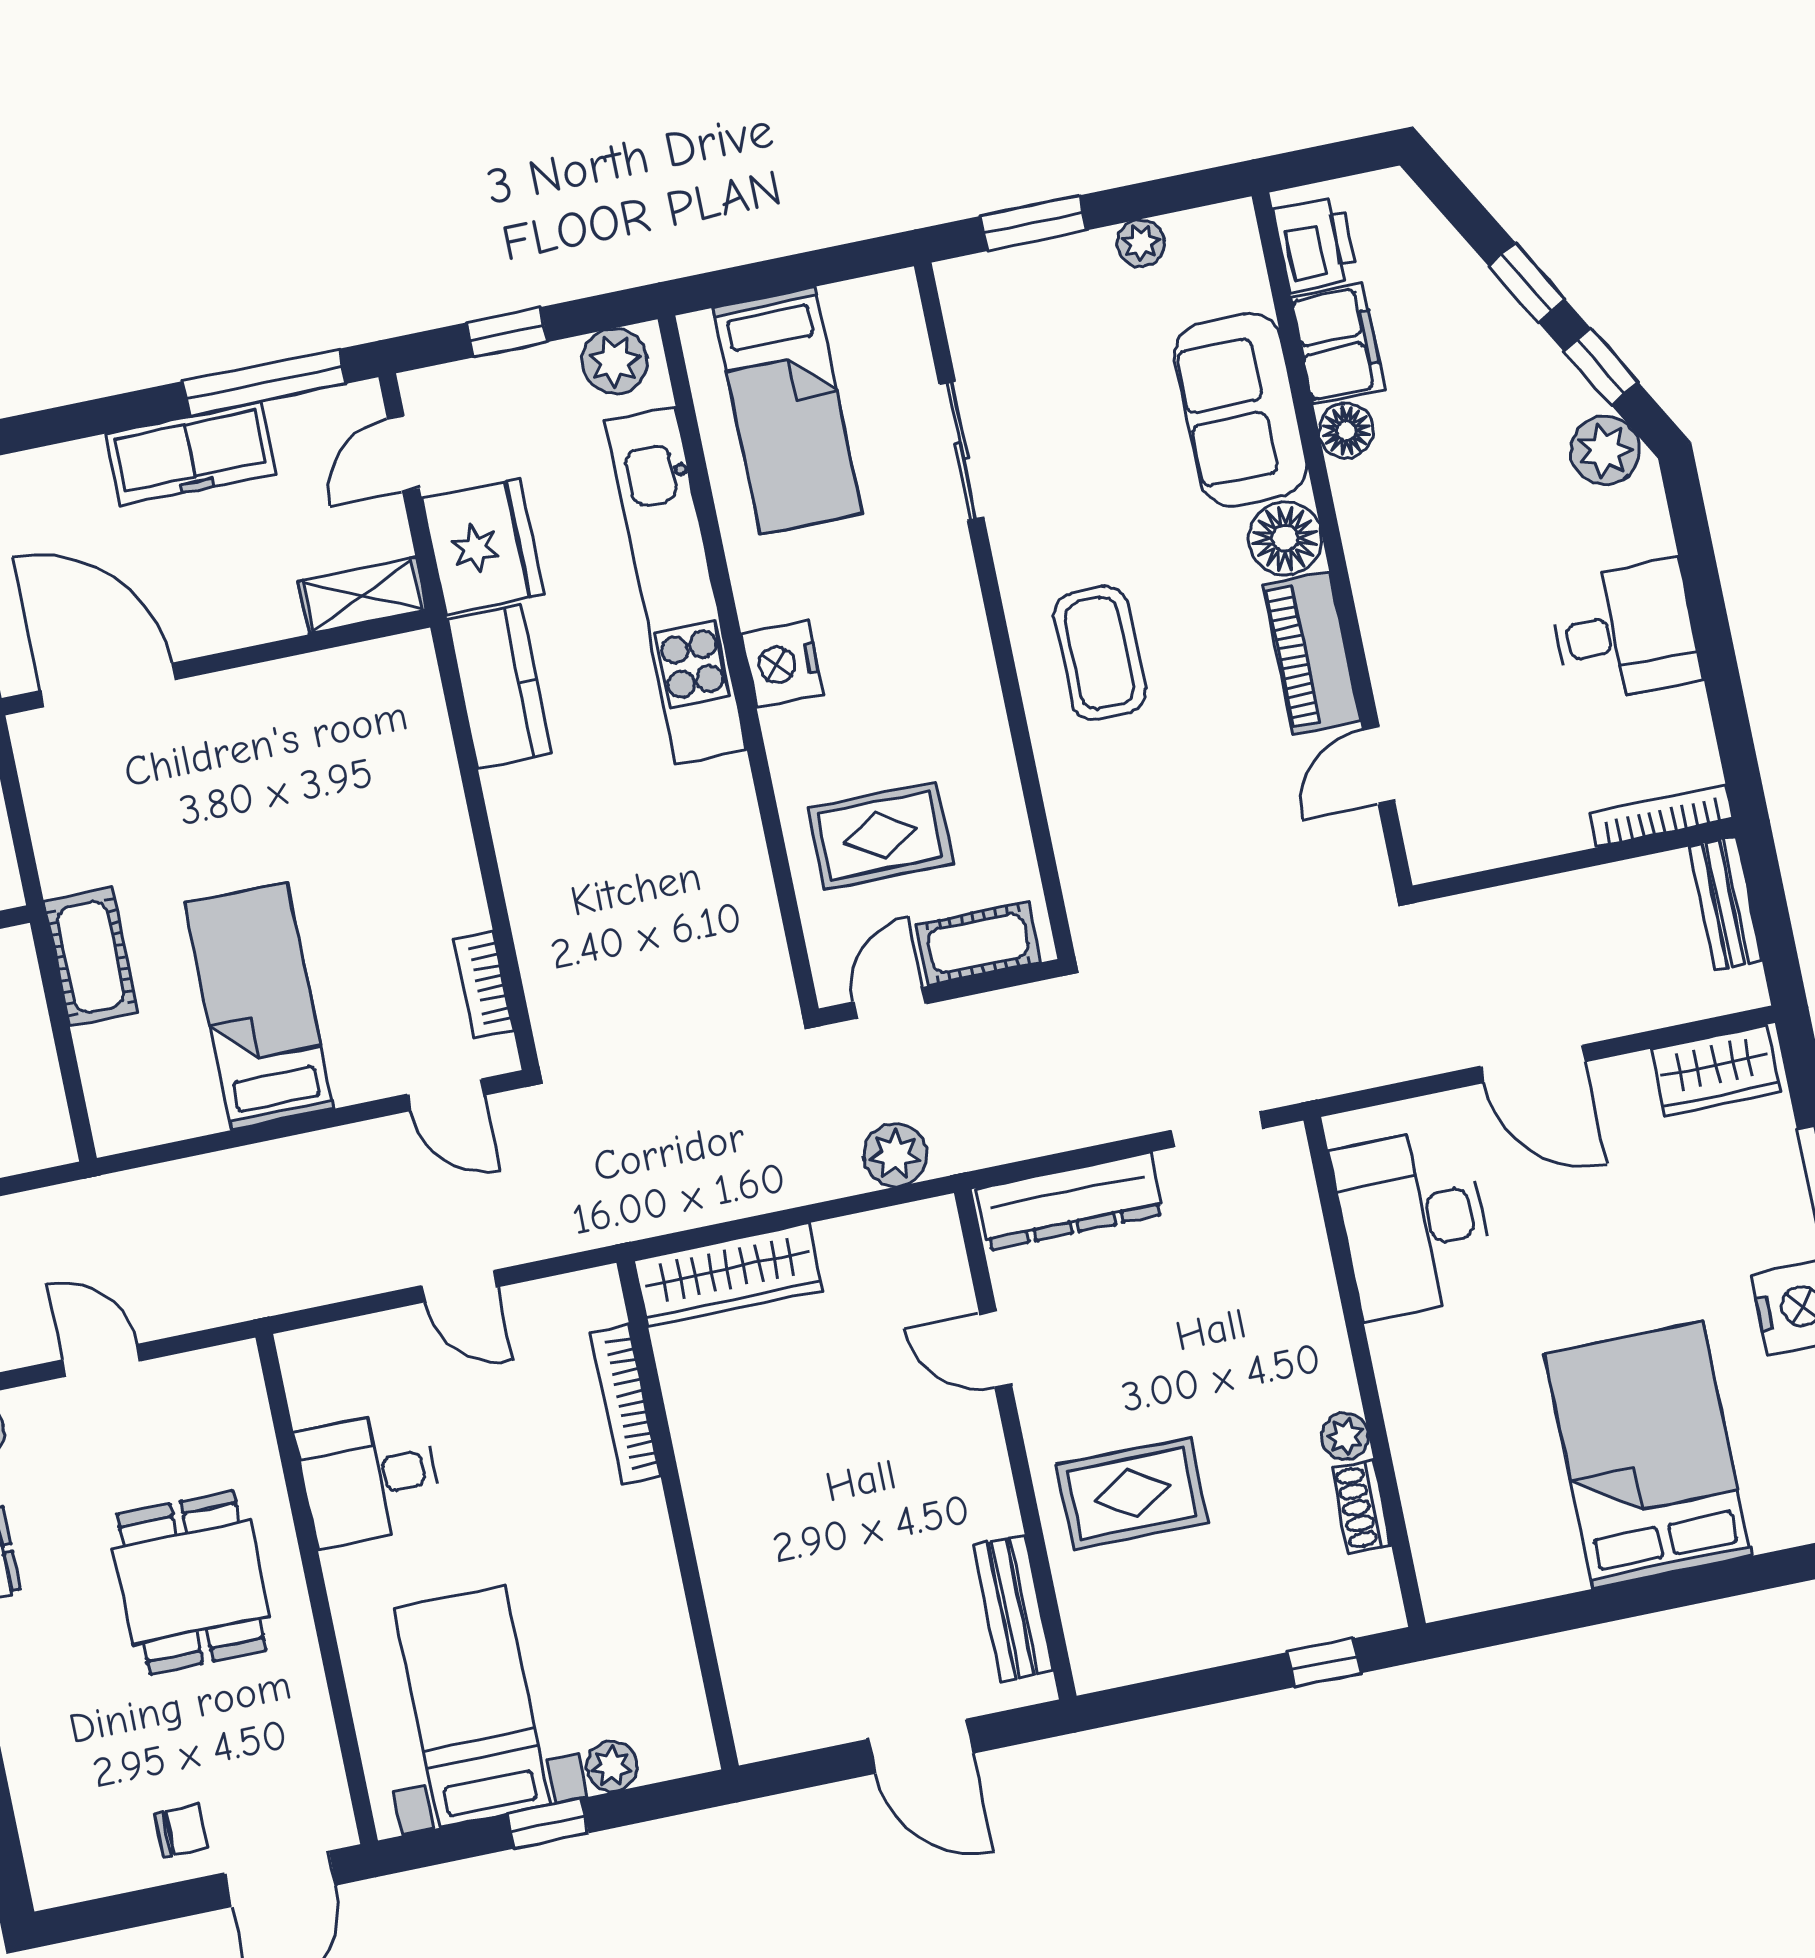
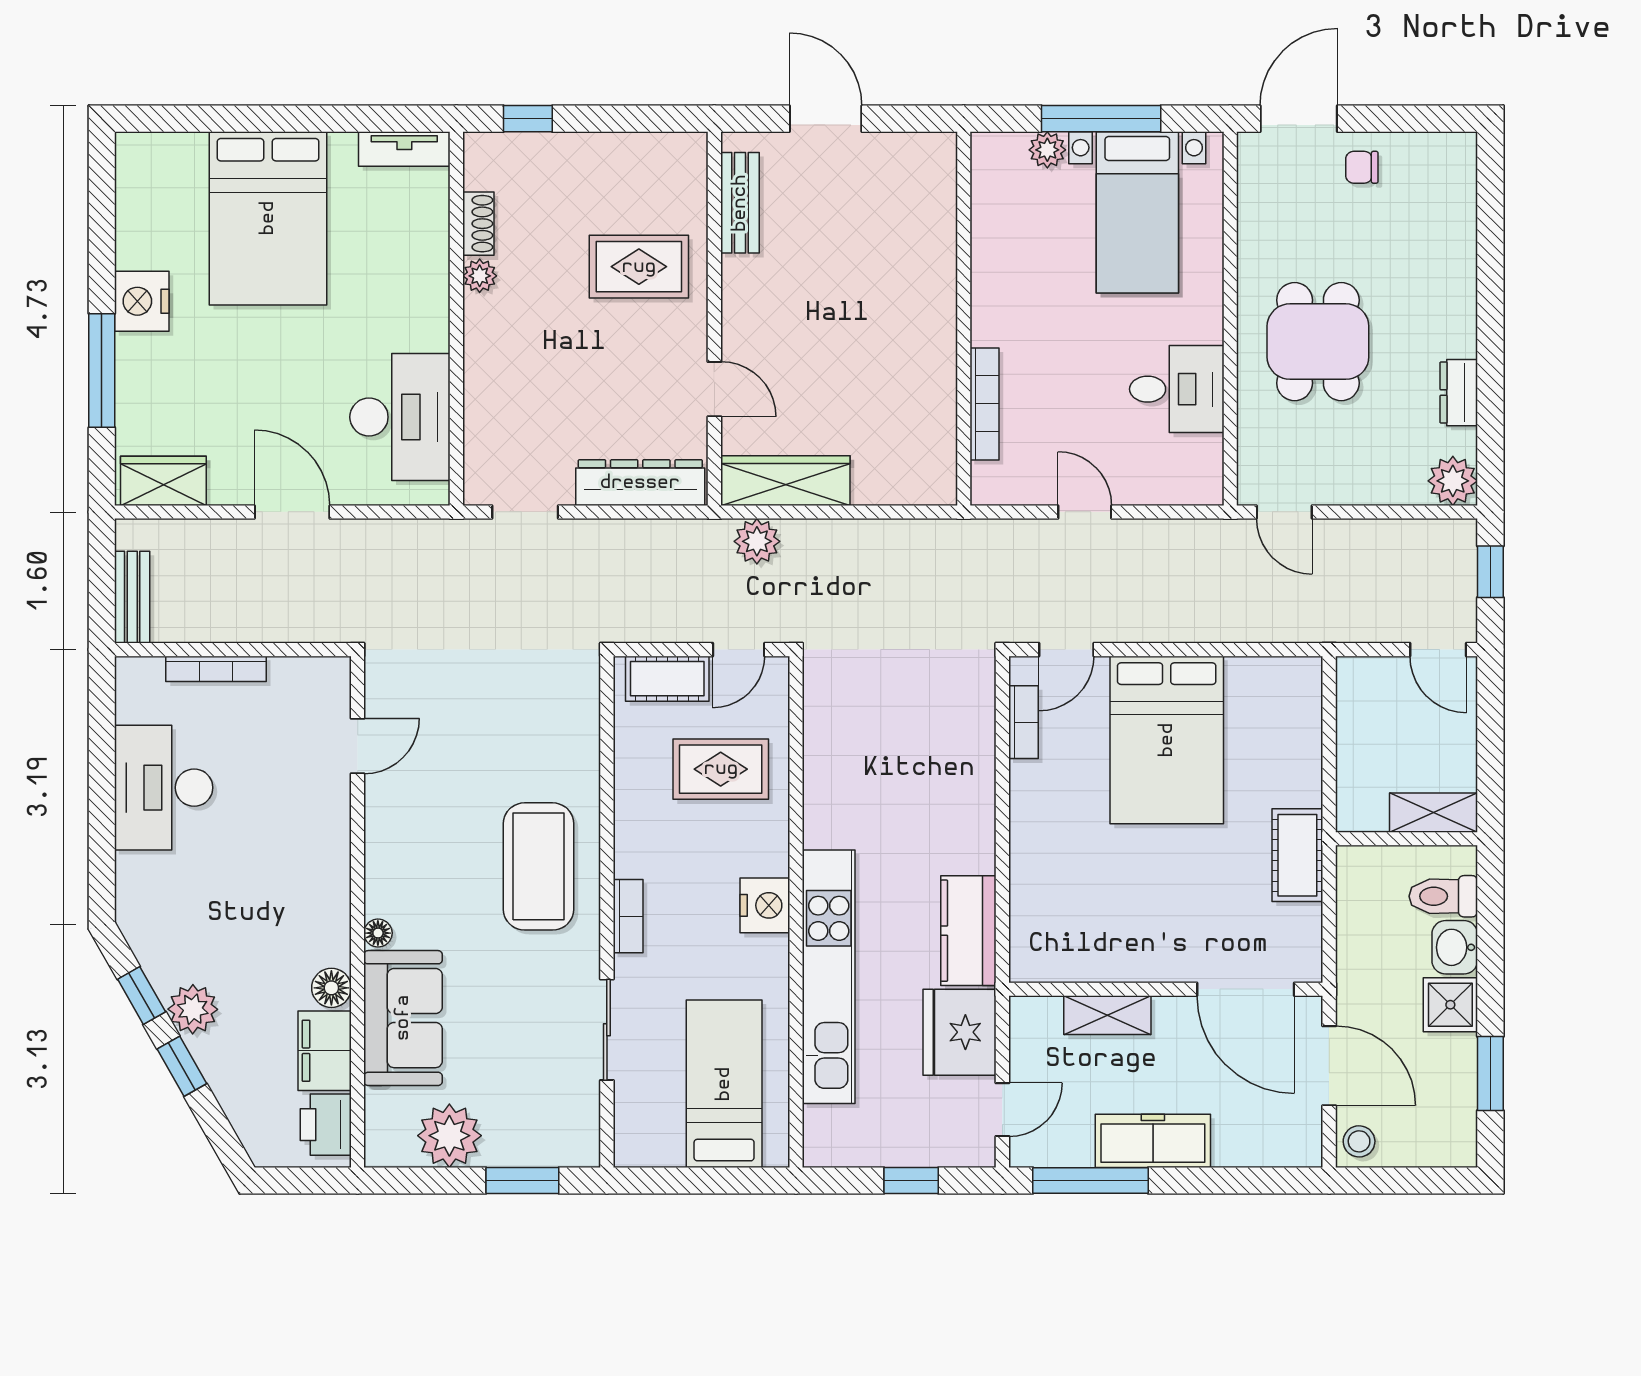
plant: (1141, 243) -> (449, 1136), width x1.88, depth x1.88
plant: (615, 361) -> (839, 1144), removed
plant: (1605, 451) -> (193, 1009), moved
floor lamp: (1285, 538) -> (378, 933), width x0.53, depth x0.53
shelving: (362, 596) -> (1107, 1015), moved
bookcase: (965, 611) -> (628, 916), added
desk: (1625, 632) -> (164, 788), width x1.37
coffee table: (1100, 653) -> (539, 866), width x1.36, depth x1.32
piano: (1311, 653) -> (389, 835), removed
bookcase: (1661, 816) -> (216, 669), moved
cot: (91, 957) -> (1297, 855), moved
bed: (259, 1006) -> (1167, 740), width x1.50
door: (446, 1095) -> (1066, 650), swing flipped
wardrobe: (728, 1275) -> (785, 481), moved
door: (101, 1360) -> (1284, 512), moved
tv unit: (1483, 1587) -> (404, 149), added
window: (547, 1824) -> (1101, 119), width x2.17

